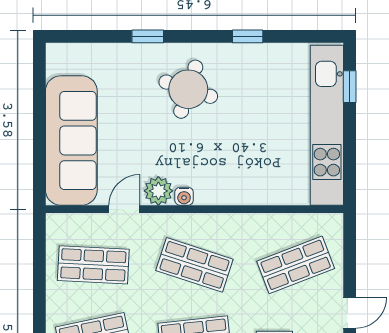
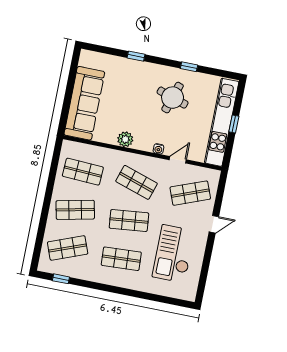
window: (350, 87) -> (234, 124), moved
round table: (188, 89) -> (173, 98), moved
water cooler: (184, 196) -> (158, 149), moved
door: (124, 209) -> (178, 160), moved

